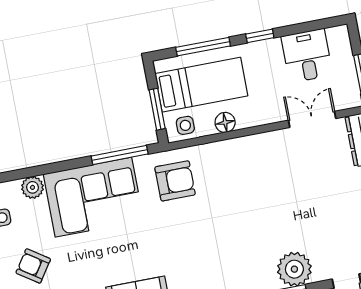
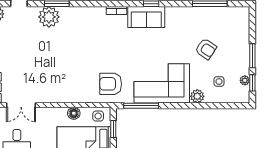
window: (157, 109) -> (113, 129), width x0.67

